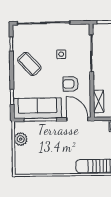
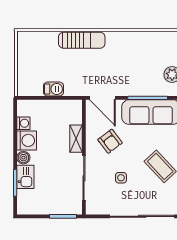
armchair: (71, 84) -> (110, 141), turned 53
shelving: (99, 101) -> (76, 139), moved

